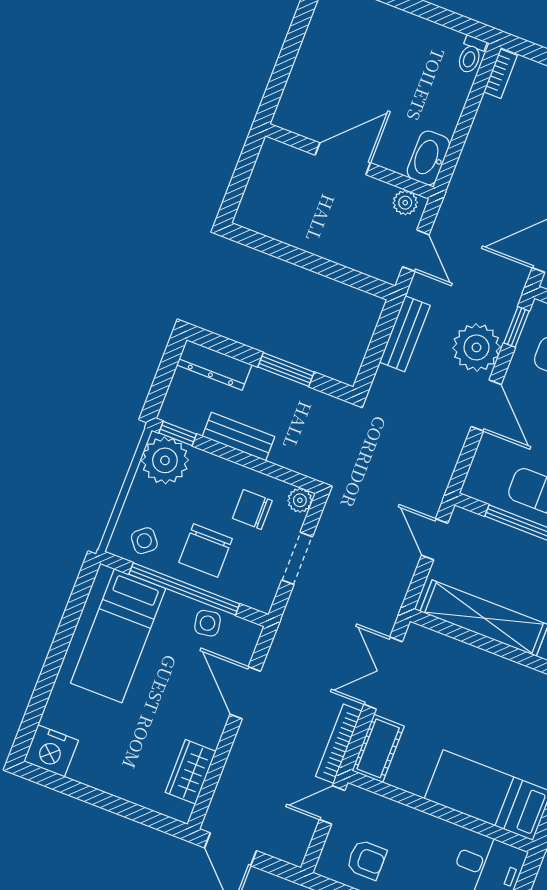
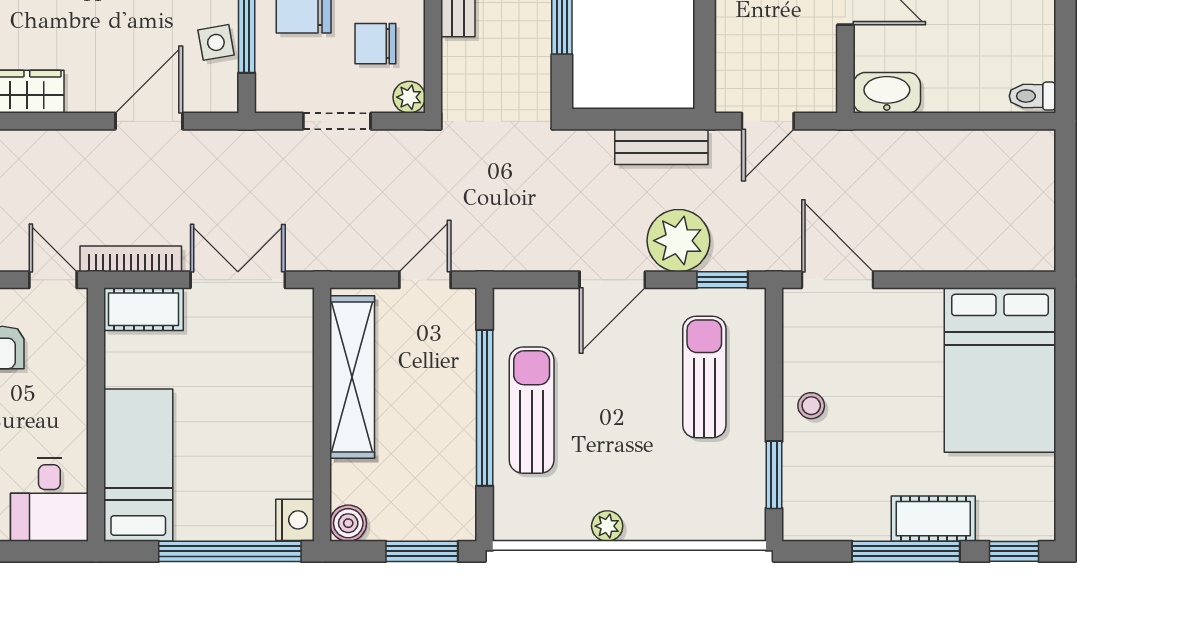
bookcase: (501, 74) -> (1023, 141), removed
plant: (405, 203) -> (821, 86), removed
chair: (252, 510) -> (375, 44), turned -90

